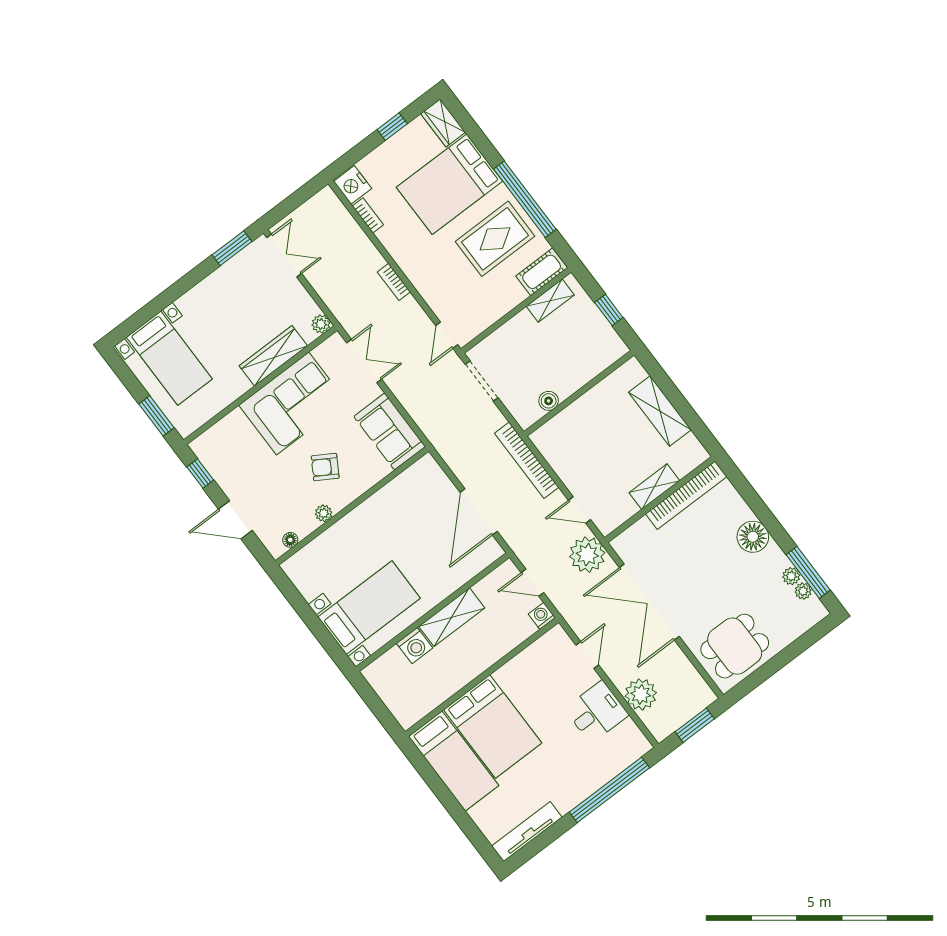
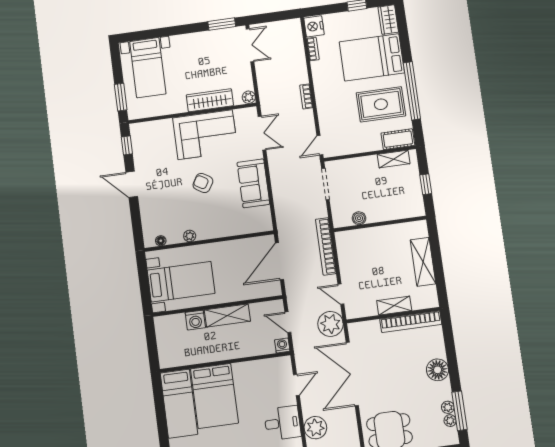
wall: (352, 506) -> (209, 241), moved
plant: (324, 513) -> (190, 236), moved
floor lamp: (290, 540) -> (161, 241), moved

